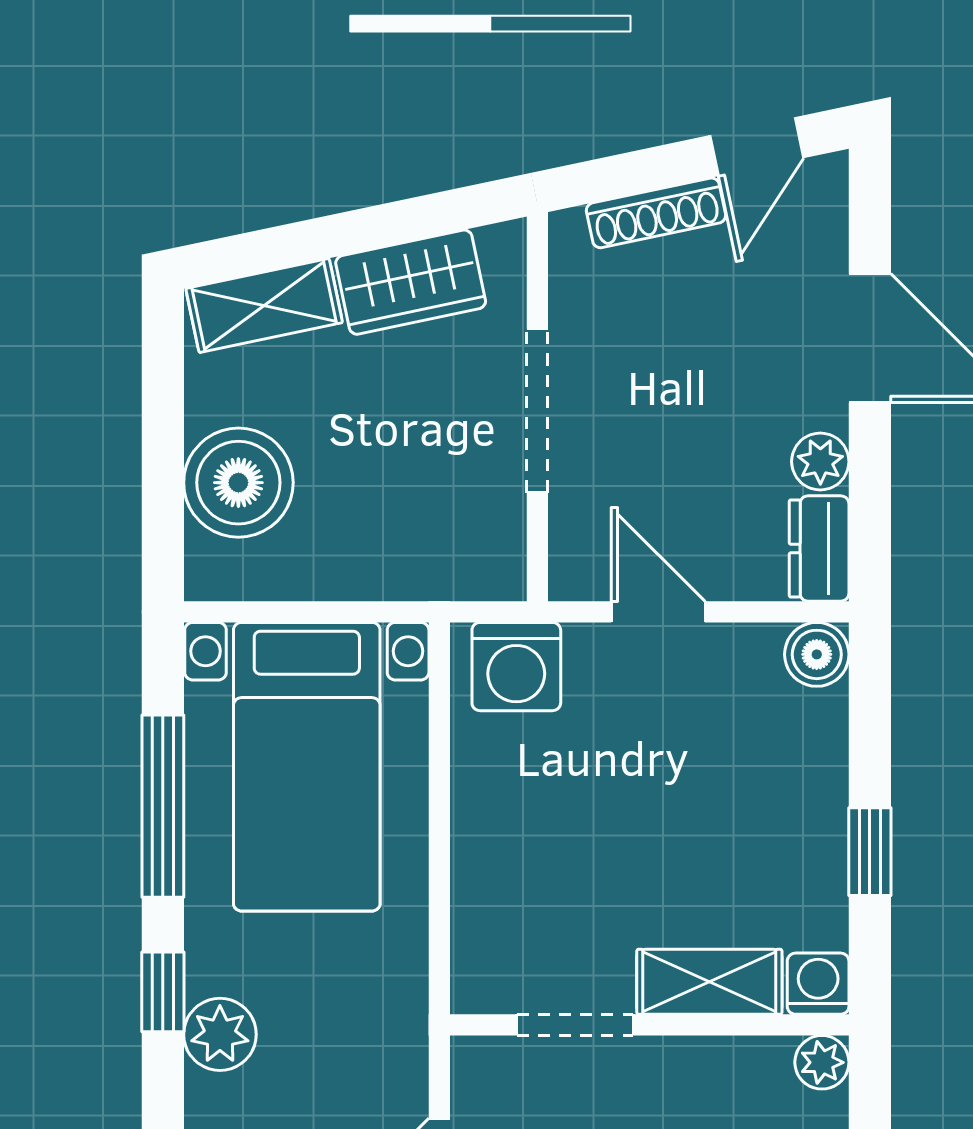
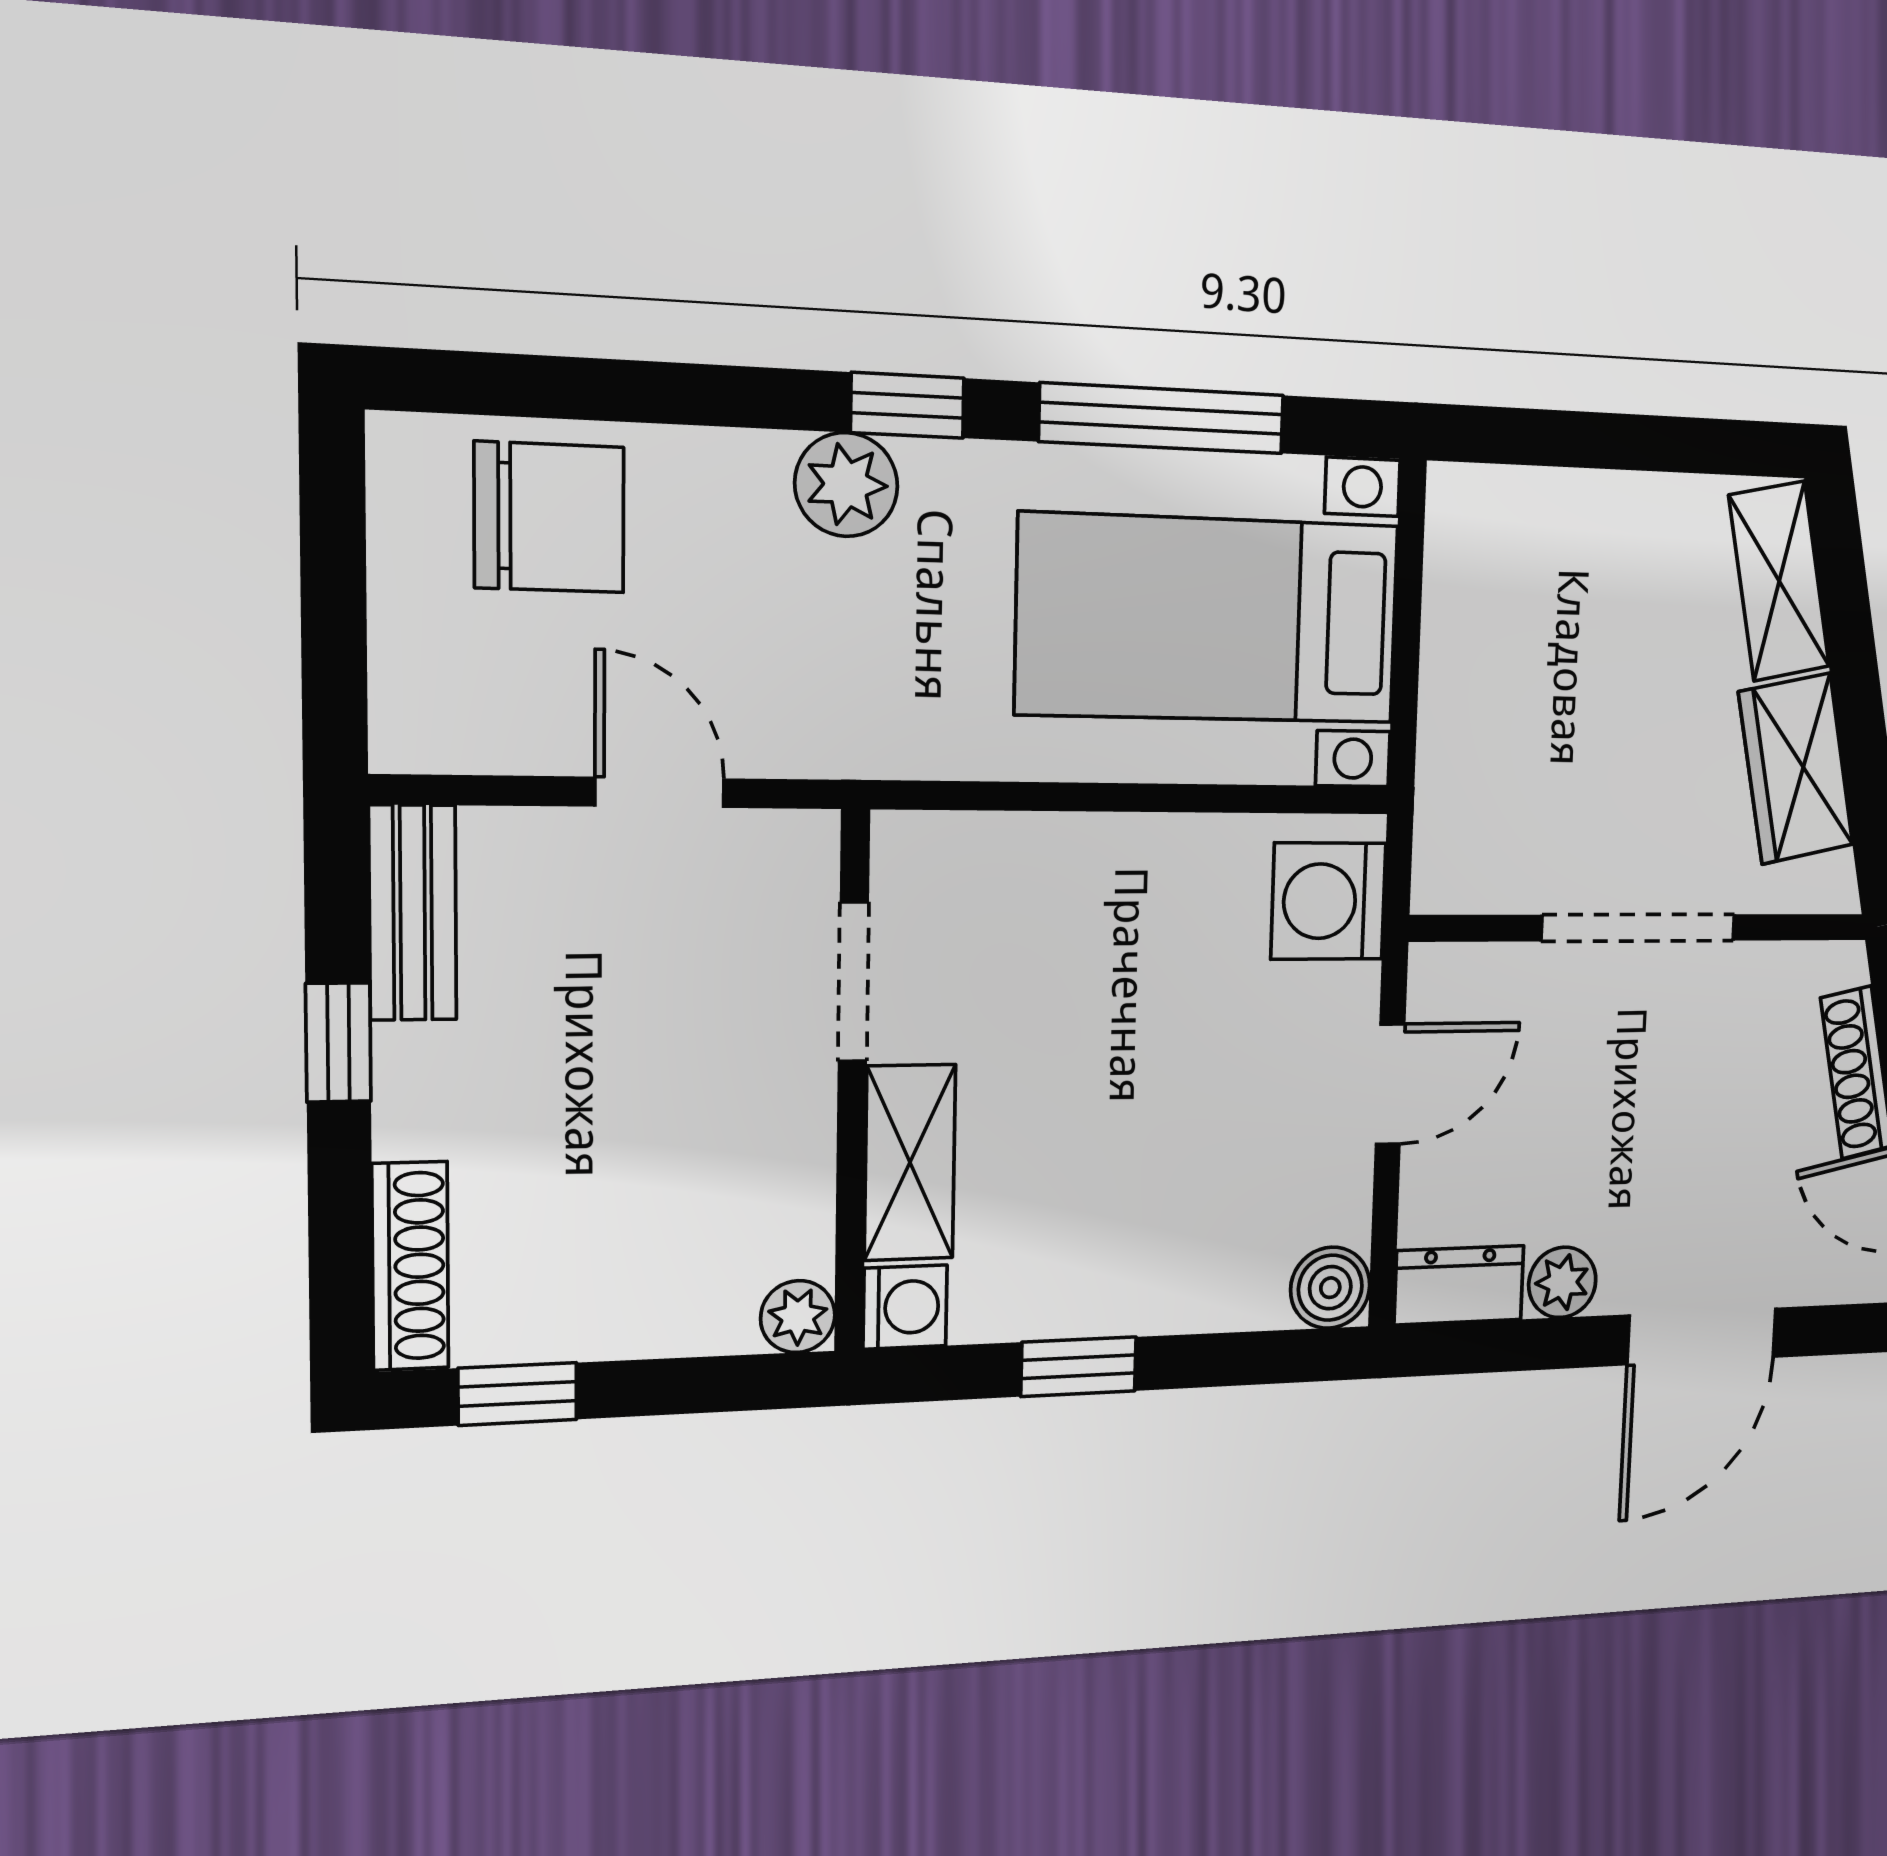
boiler: (238, 483) -> (1571, 540), removed

